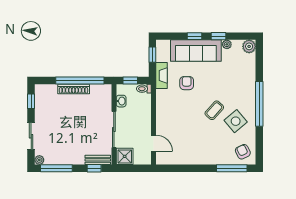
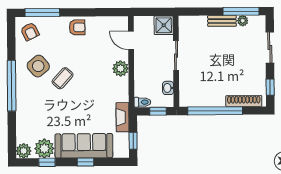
window: (218, 36) -> (47, 162), moved
plant: (227, 44) -> (44, 148), width x1.88, depth x1.88
armchair: (187, 83) -> (77, 27), moved, turned -90
shoe rack: (74, 89) -> (244, 101), moved
plant: (163, 119) -> (121, 68), added
sliding door: (114, 130) -> (176, 56), width x0.73
plant: (39, 160) -> (243, 21), moved
bench: (98, 160) -> (222, 21), moved
window: (94, 168) -> (198, 12), removed

